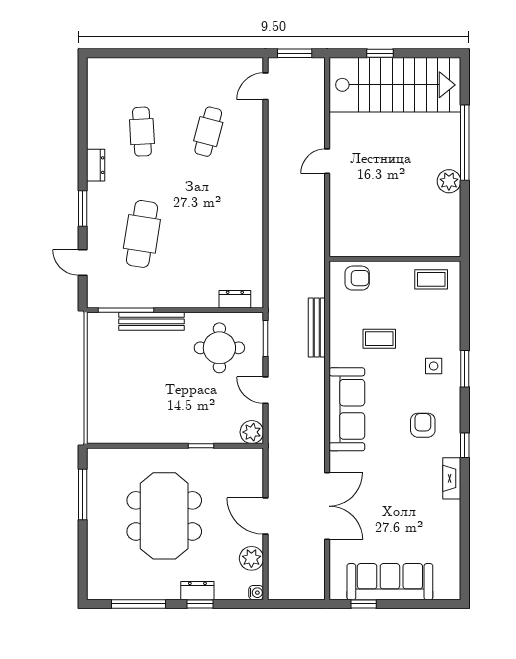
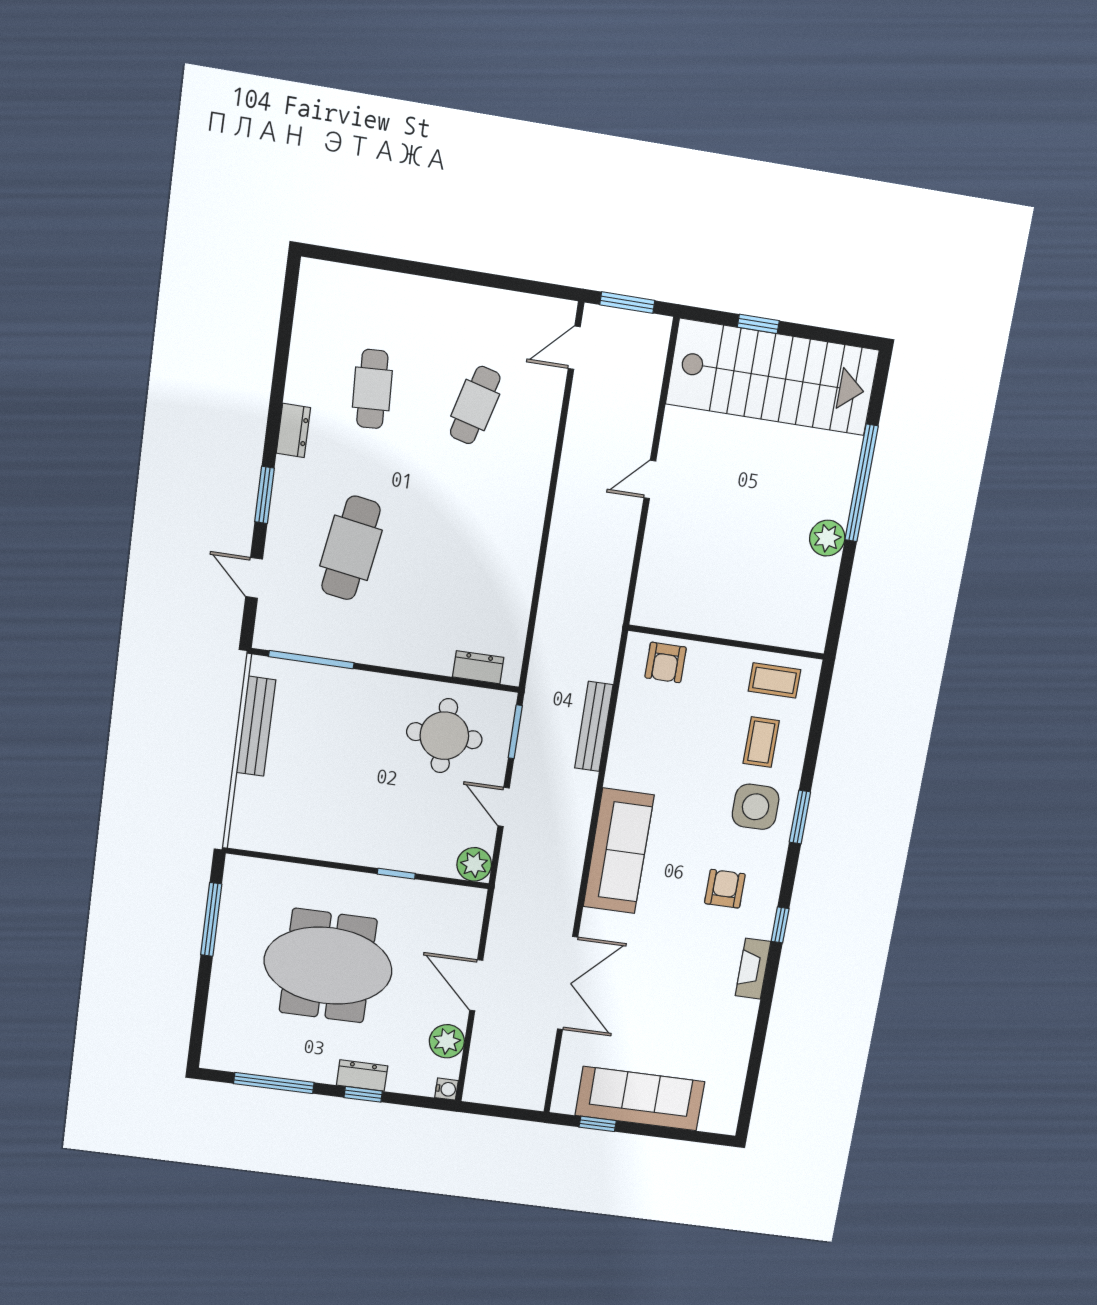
armchair: (357, 278) -> (666, 662), turned 90
bench: (152, 321) -> (256, 726), moved, turned 90
coffee table: (379, 339) -> (761, 742), moved, turned 90
side table: (434, 366) -> (756, 807), width x1.87, depth x1.87
meeting table: (164, 516) -> (328, 966), turned 90

